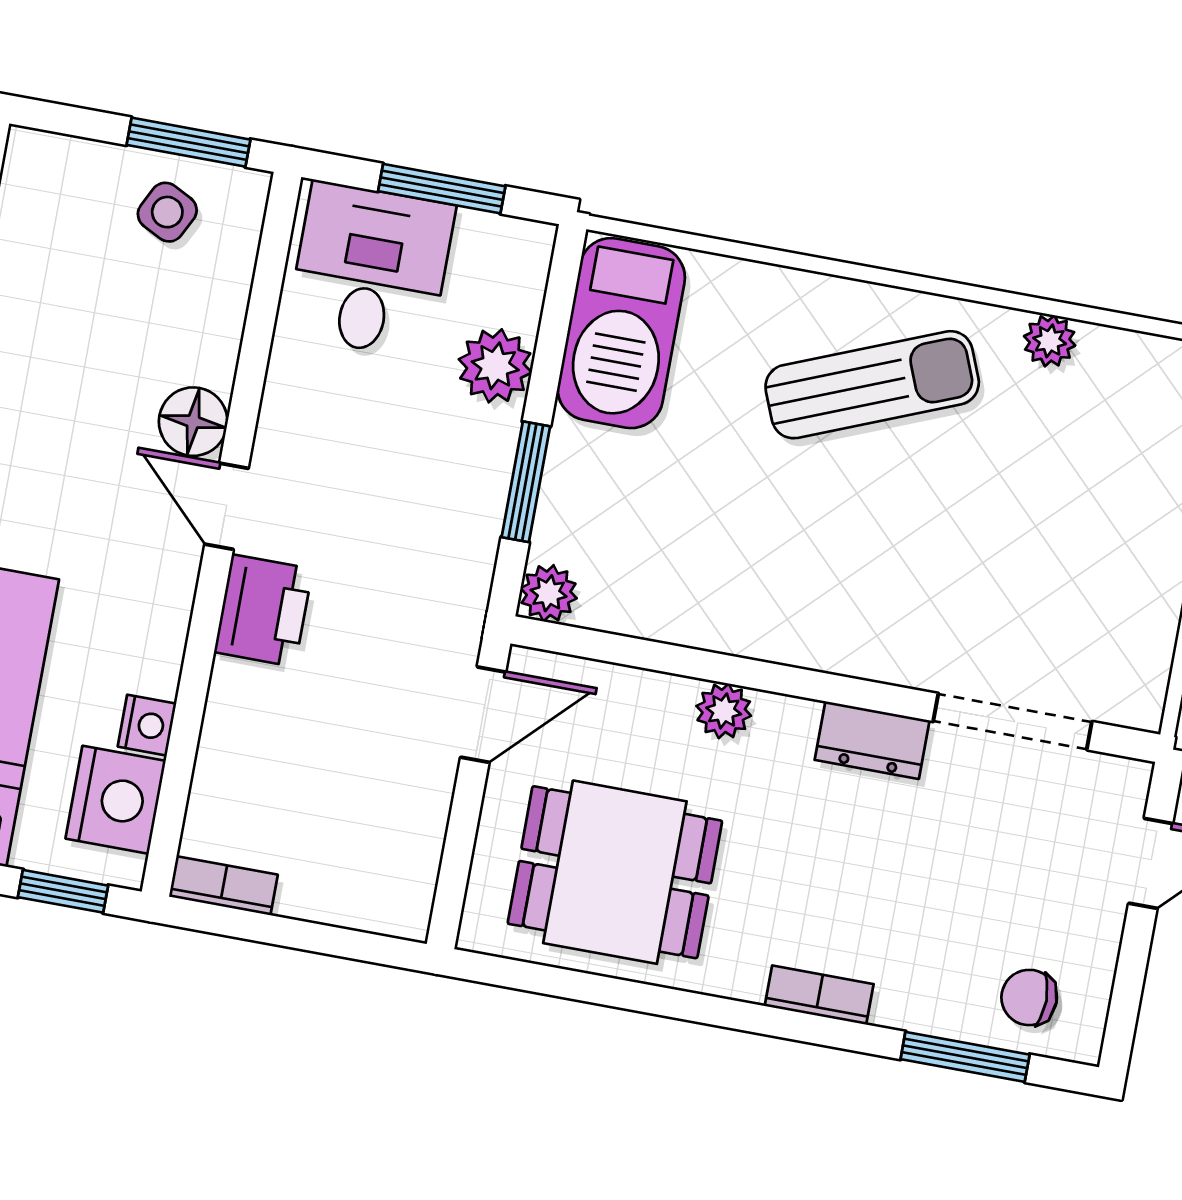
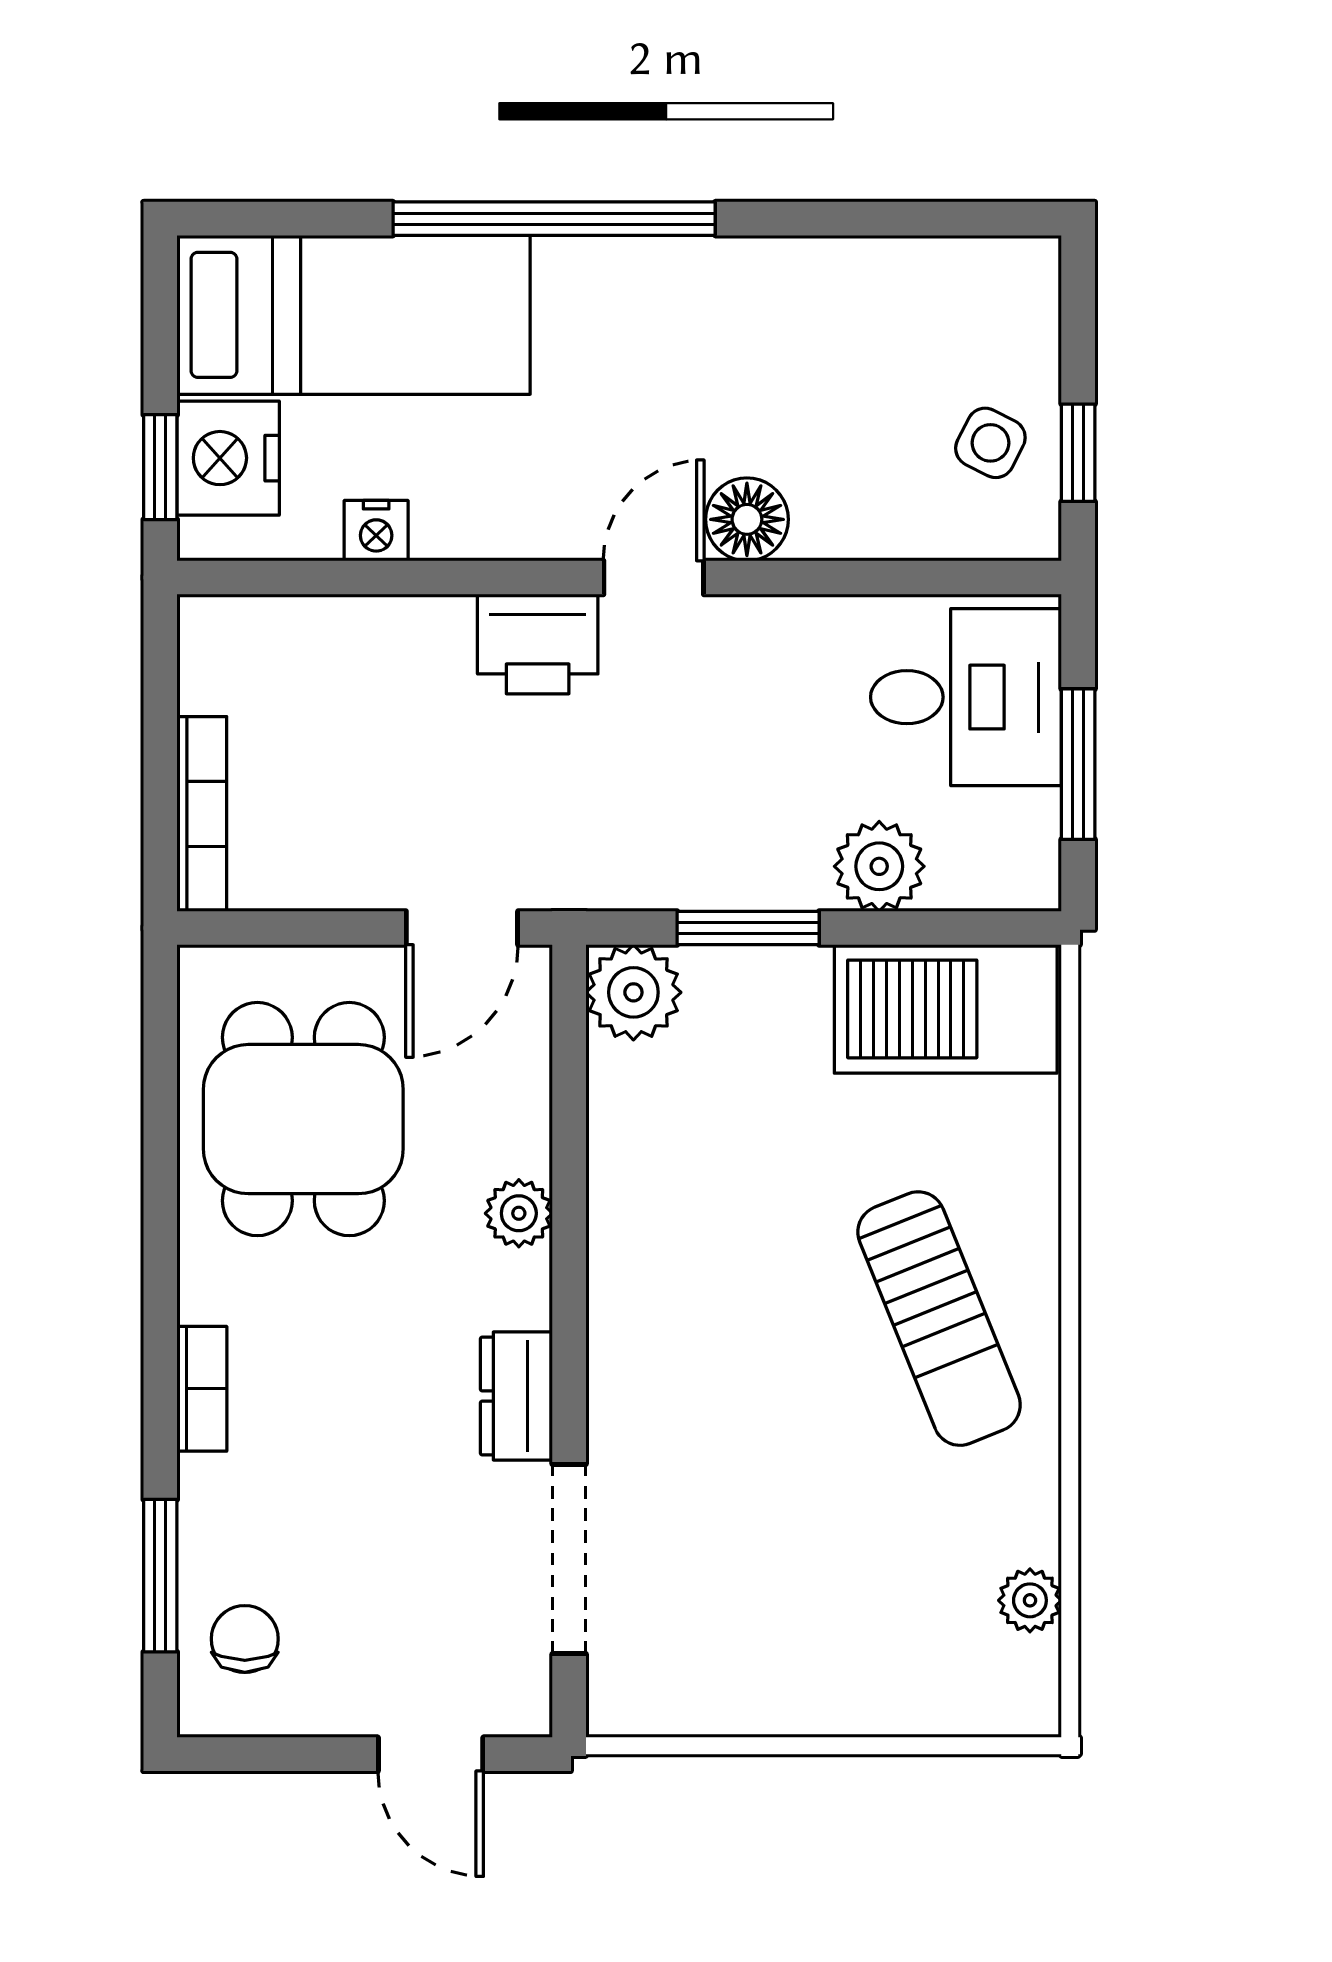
window: (188, 142) -> (1078, 453), width x0.67
plant: (1050, 341) -> (1030, 1600), moved
plant: (549, 593) -> (633, 992), width x1.38, depth x1.38
door: (483, 715) -> (462, 928), hinge flipped
nightstand: (116, 800) -> (228, 458), moved, turned 90
bookcase: (223, 886) -> (202, 814), moved, width x1.56

